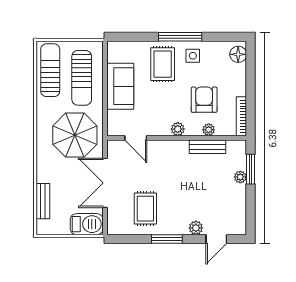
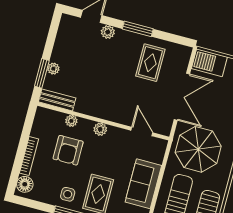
bookcase: (241, 116) -> (29, 156), moved
bench: (208, 147) -> (57, 100), moved

